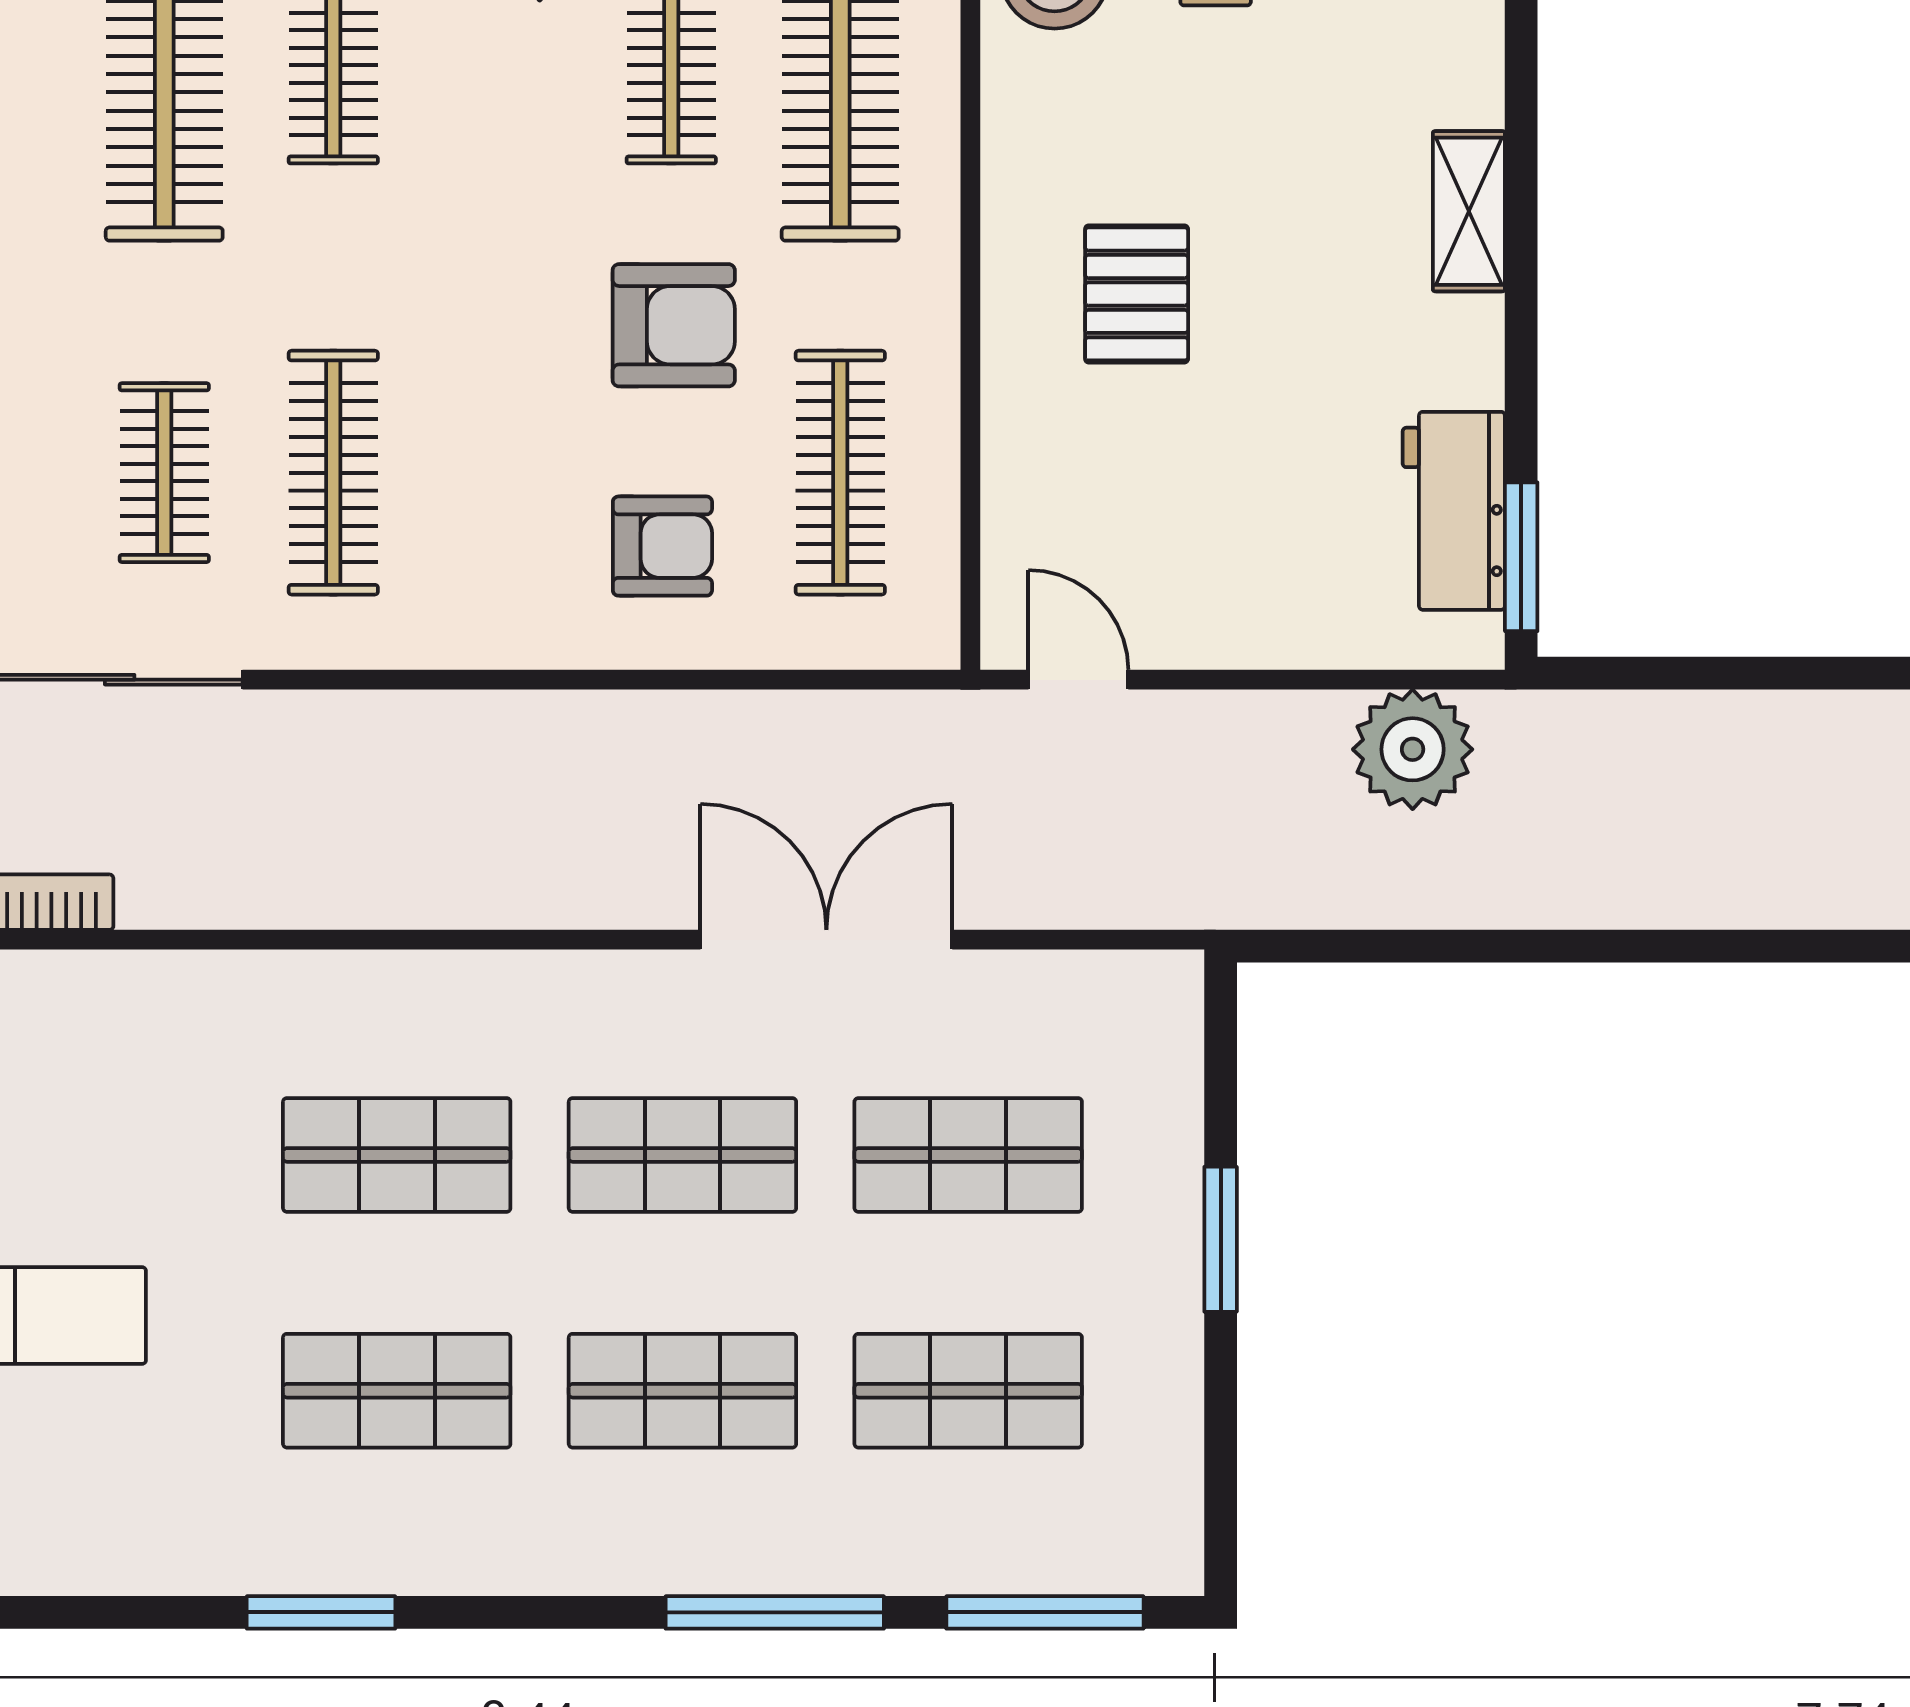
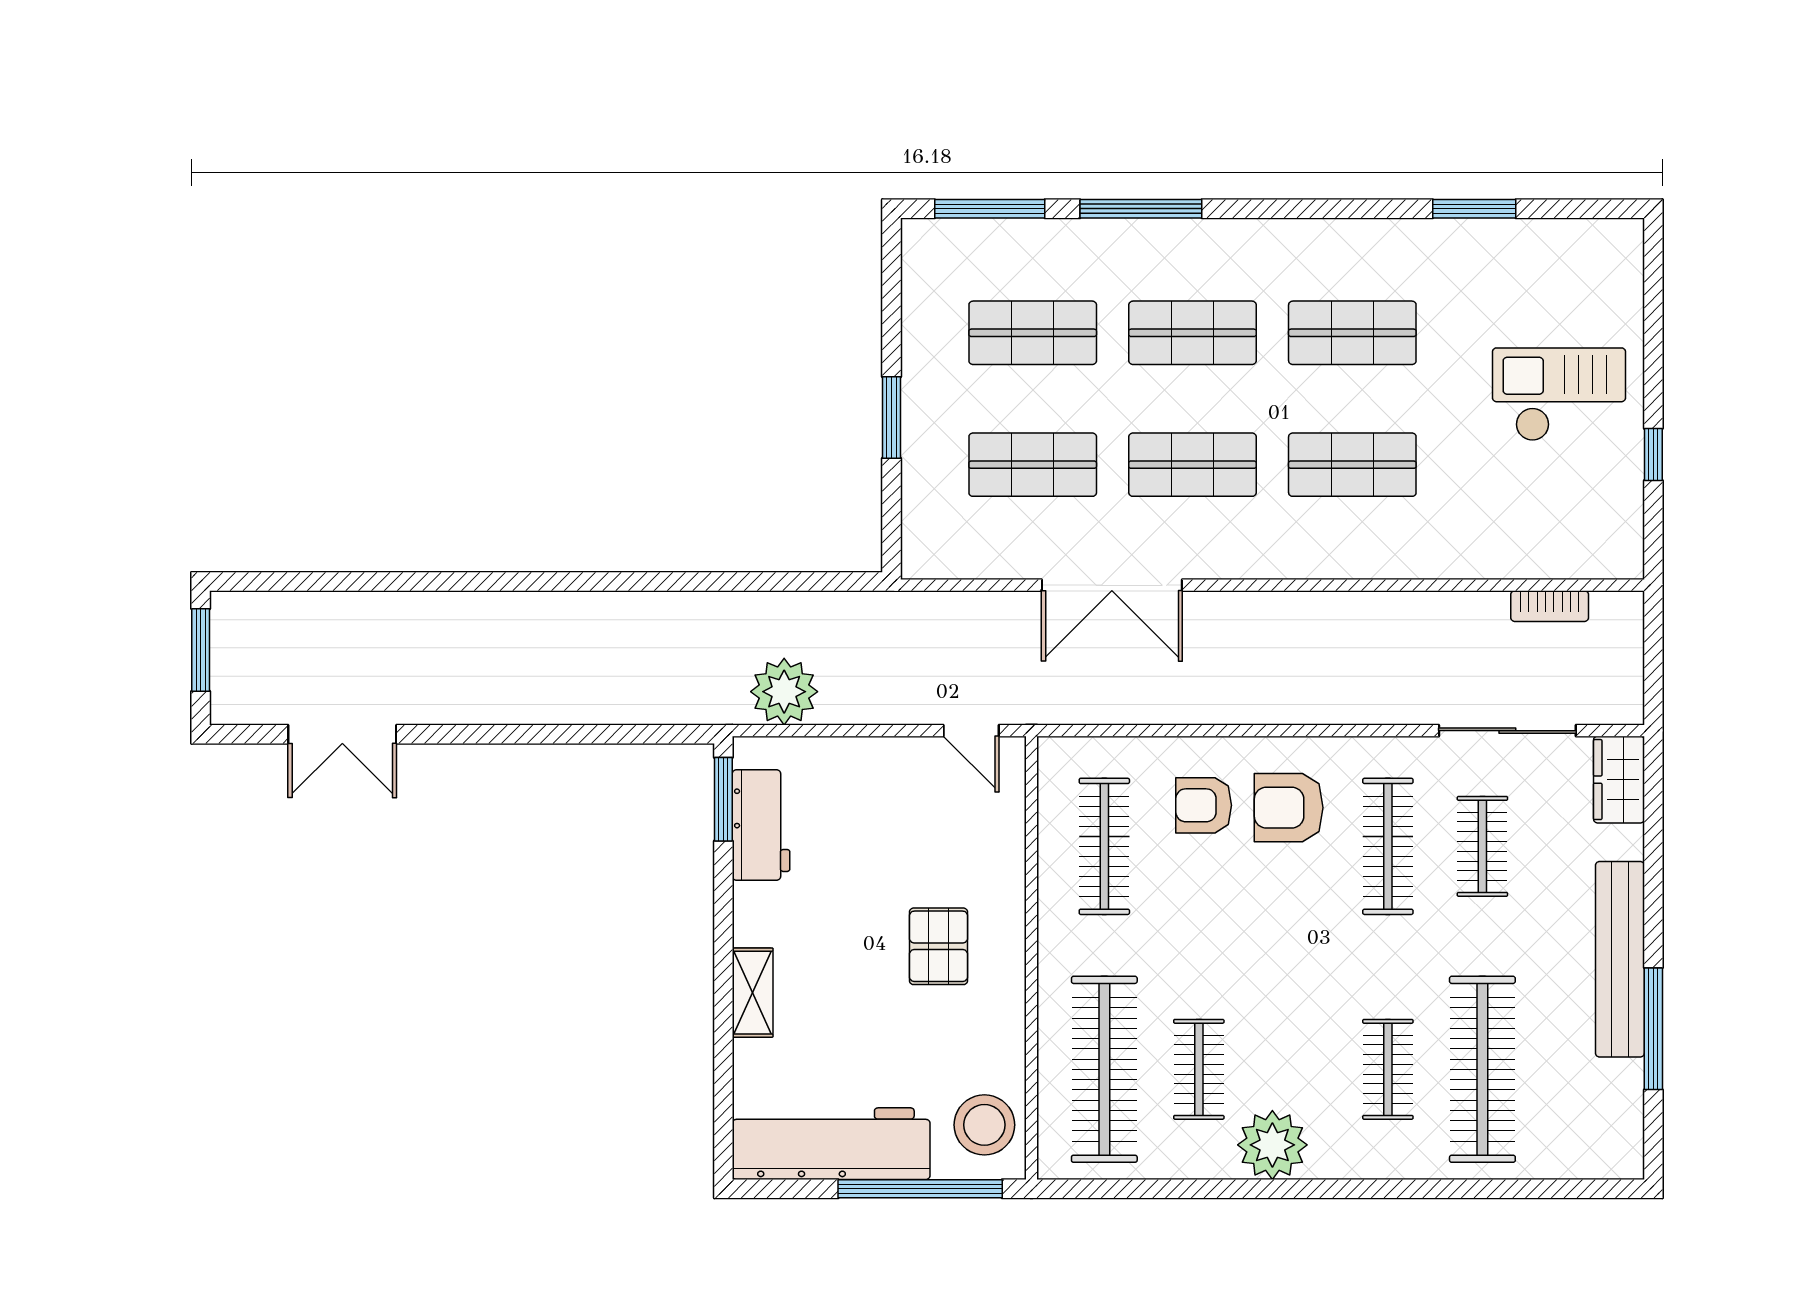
armchair: (674, 325) -> (1289, 808), moved
window: (321, 1612) -> (1474, 209), moved

